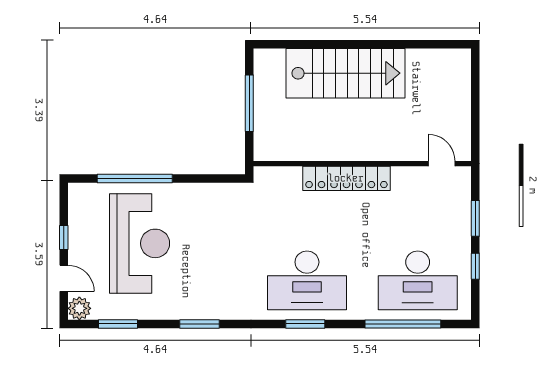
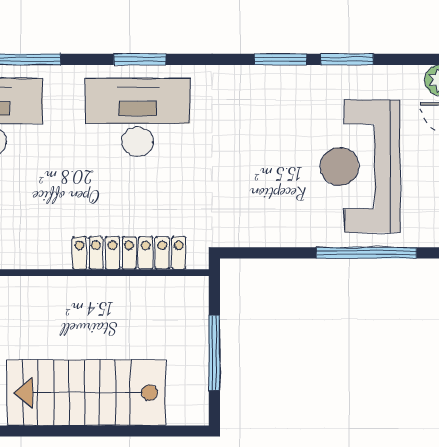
locker: (346, 178) -> (129, 253), moved
window: (118, 324) -> (347, 59), moved

